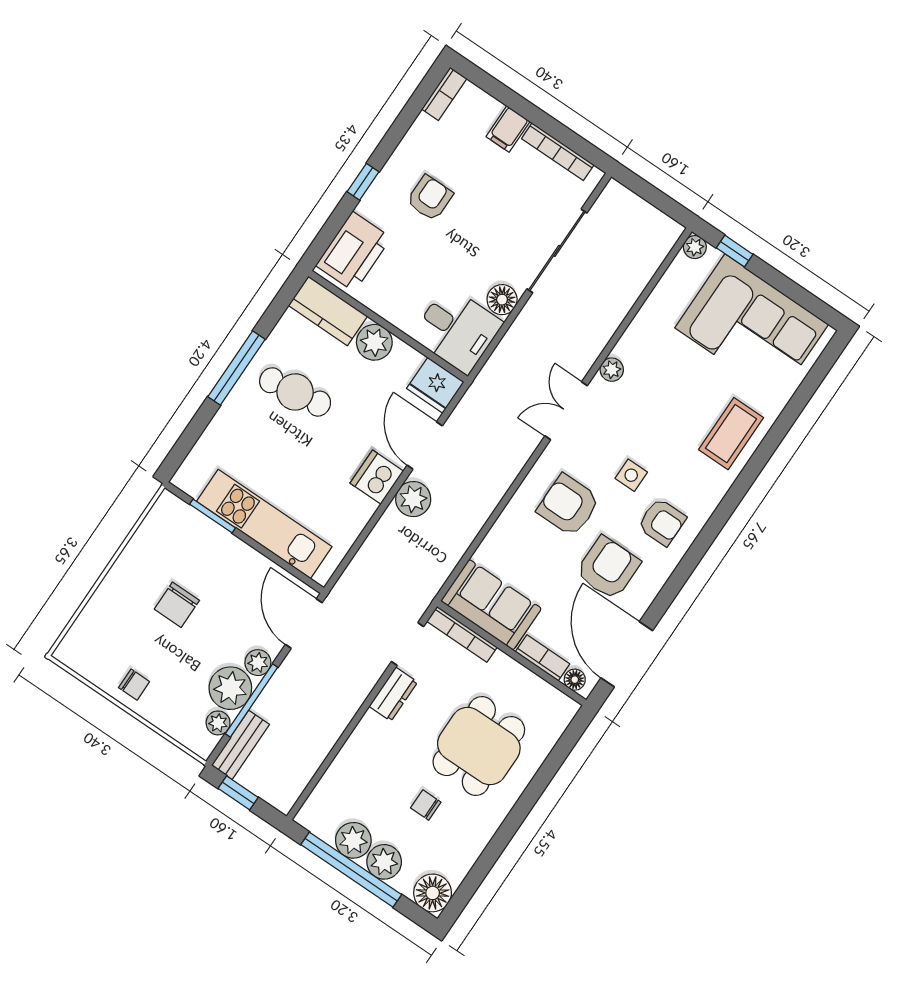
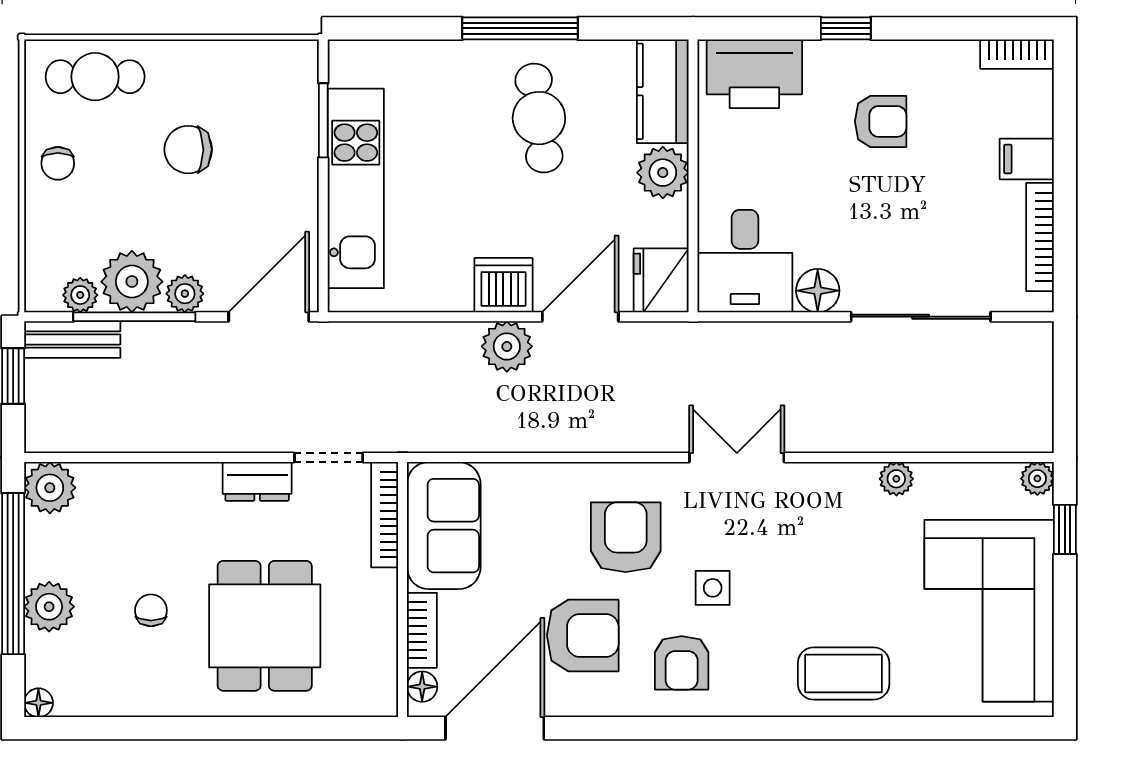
plant: (612, 370) -> (896, 479), moved
cafe table: (99, 630) -> (95, 77), added
dining table: (479, 746) -> (265, 626), turned 90
plant: (353, 840) -> (50, 488), moved
floor lamp: (433, 893) -> (38, 703), width x0.53, depth x0.53

